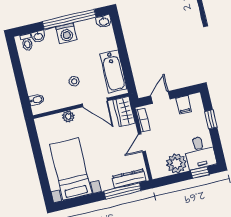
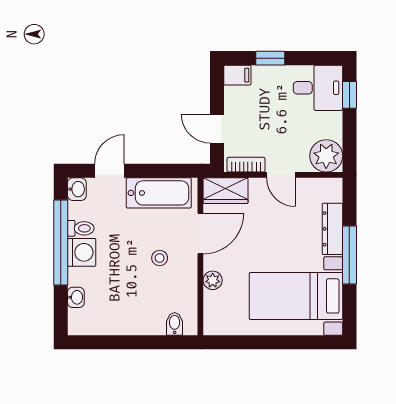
door: (120, 38) -> (109, 171), added
toilet: (27, 42) -> (81, 228), moved
filing cabinet: (184, 105) -> (237, 75), moved
plant: (176, 163) -> (326, 156), moved
dresser: (129, 179) -> (332, 229), moved
window: (122, 191) -> (349, 255), moved

